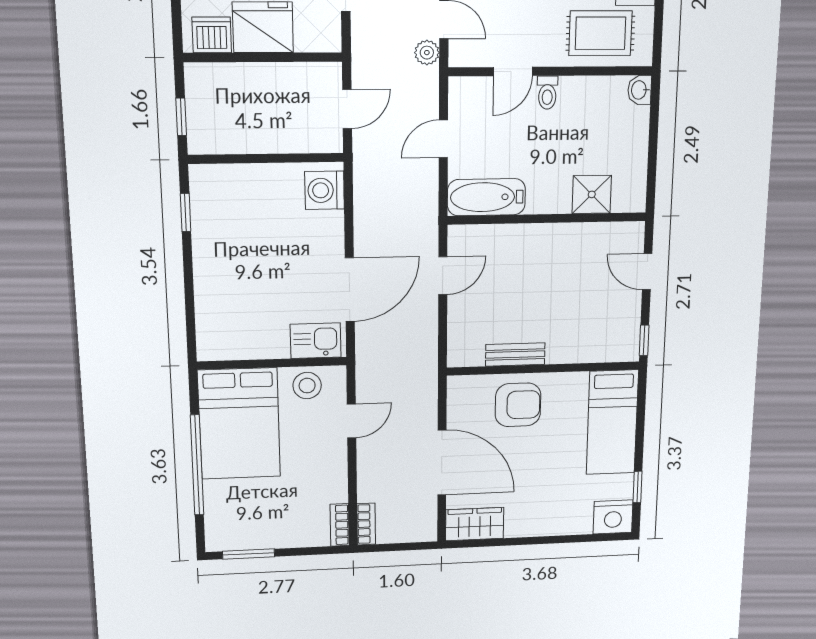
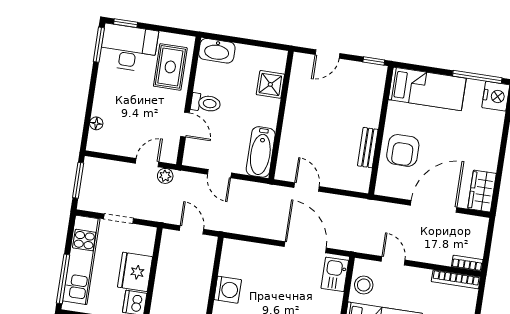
washbasin: (639, 90) -> (217, 51), width x1.91, depth x1.45
toilet: (547, 93) -> (206, 103), width x1.37, depth x1.39
washing machine: (324, 190) -> (228, 290), moved, turned -90
armchair: (518, 405) -> (403, 150), turned 180
window: (638, 487) -> (477, 77), width x2.17
bookcase: (340, 525) -> (456, 279), width x1.56

